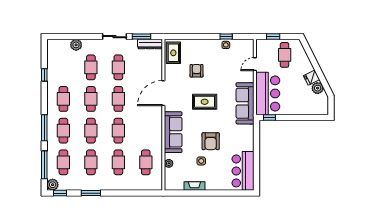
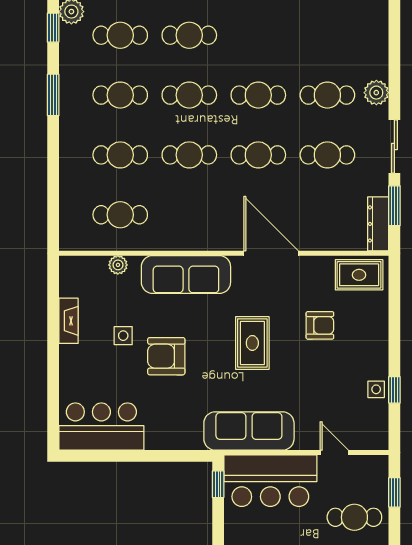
plant: (76, 45) -> (376, 93), moved
cafe table: (63, 99) -> (258, 35), removed

